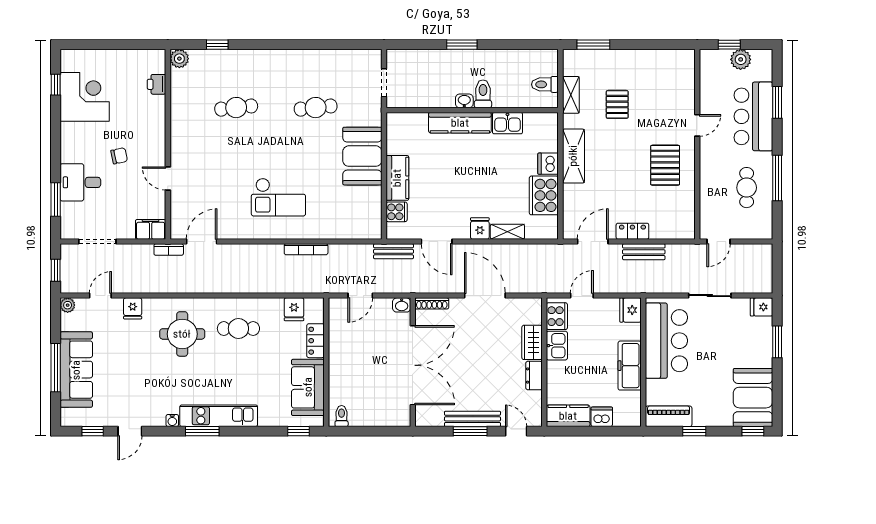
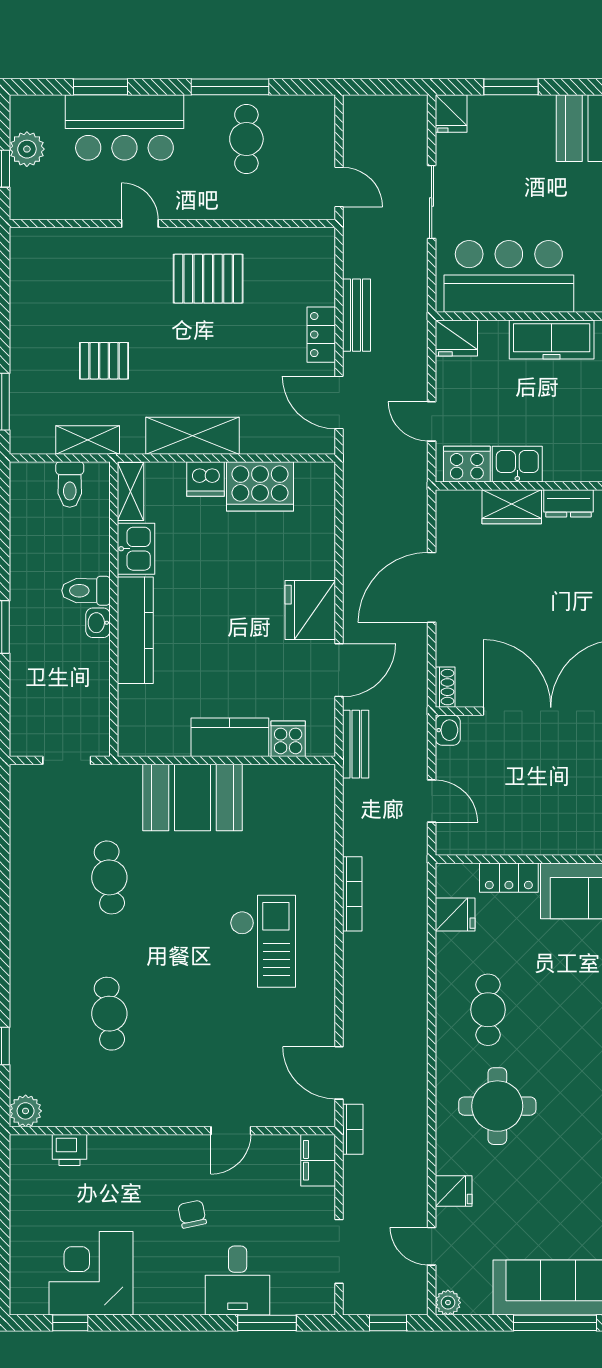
cafe table: (747, 188) -> (246, 139), turned 90
fridge: (480, 228) -> (310, 610), width x1.88, depth x1.34
shelving: (507, 232) -> (131, 491), moved
shoe rack: (432, 303) -> (445, 687), width x0.70

